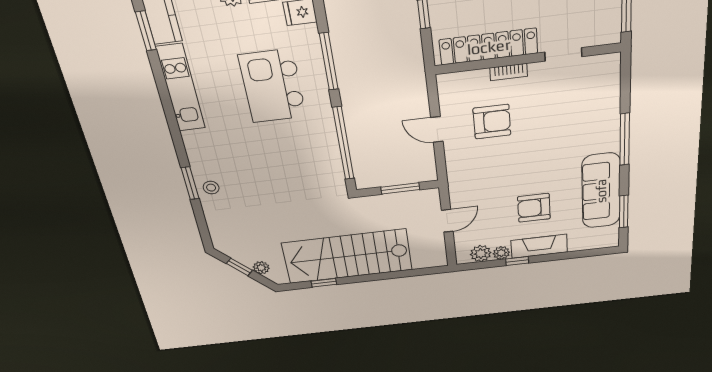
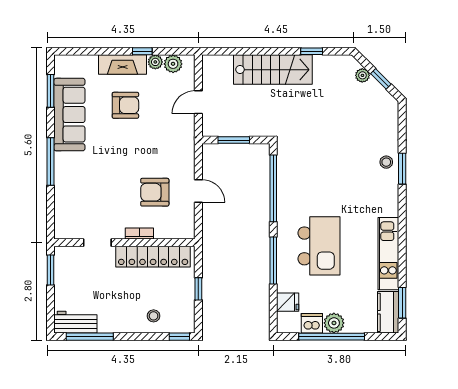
stairs: (347, 256) -> (273, 70), width x0.73, depth x0.66

